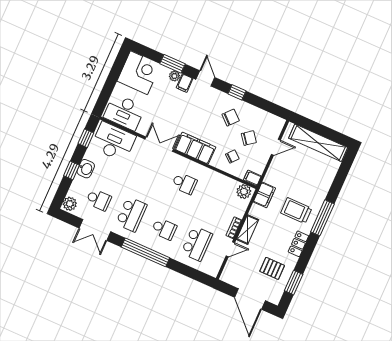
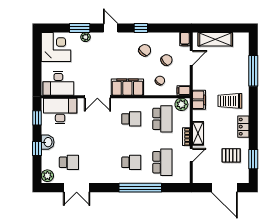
filing cabinet: (185, 83) -> (185, 39), moved
shelving: (318, 143) -> (215, 39), width x0.68
double door: (159, 144) -> (97, 97), swing flipped
school desk: (131, 214) -> (162, 119), moved
window: (322, 218) -> (253, 71), moved
window: (145, 252) -> (140, 188), moved

